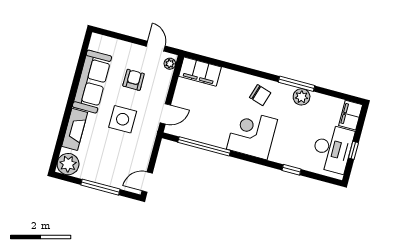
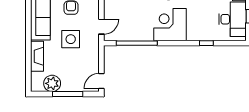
plant: (68, 164) -> (52, 83), moved

